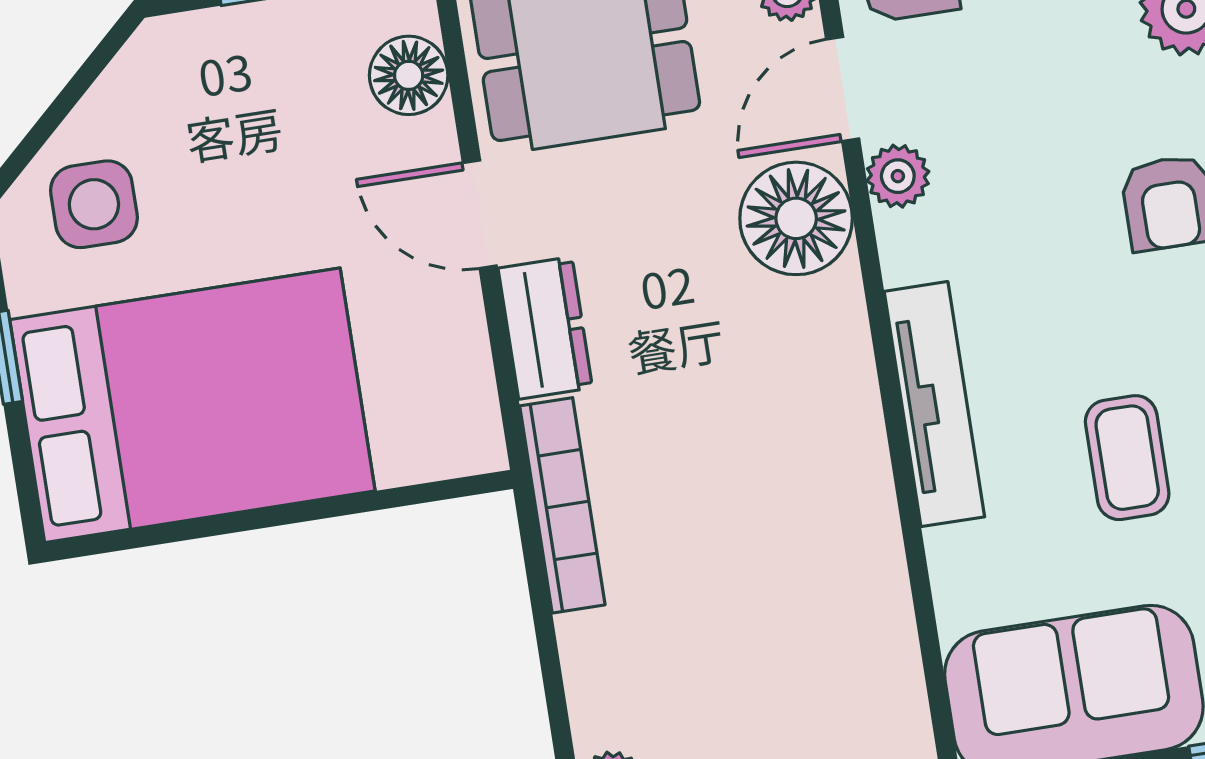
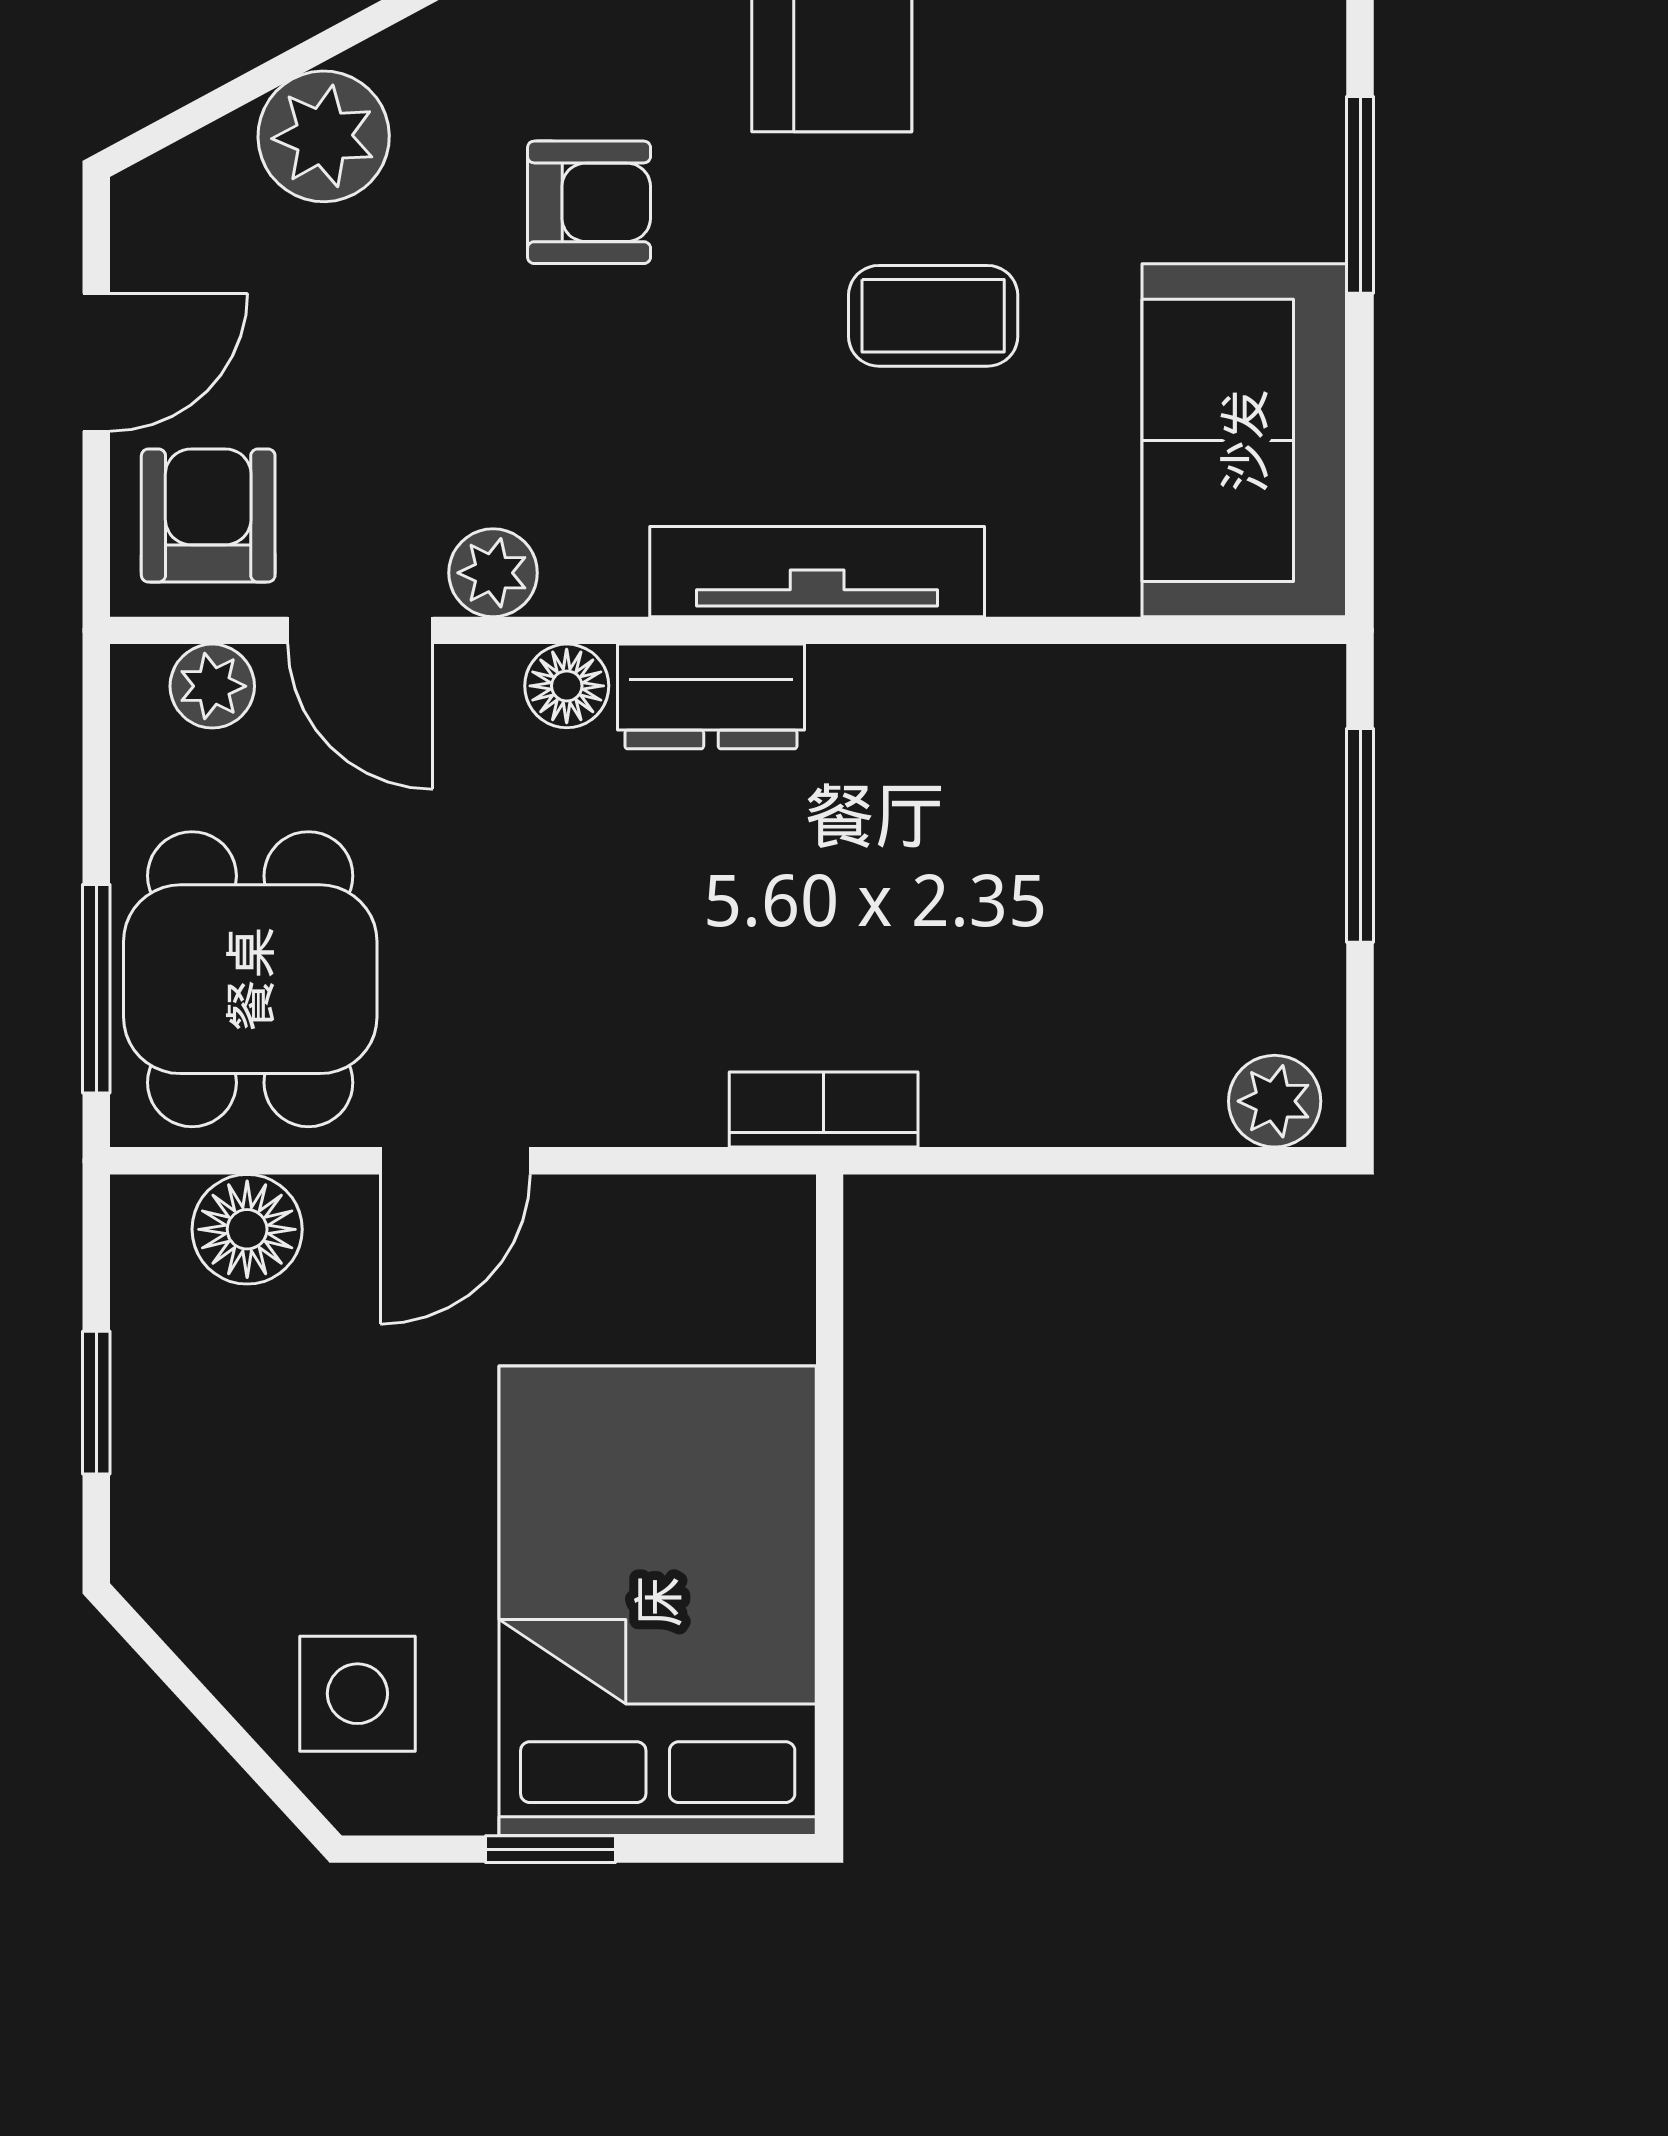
floor lamp: (796, 218) -> (567, 686), width x0.53, depth x0.53
dresser: (545, 328) -> (711, 696), moved, turned 180
bookcase: (562, 505) -> (824, 1110), width x0.64

